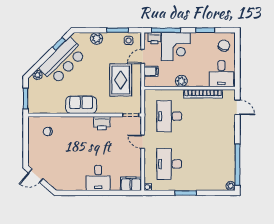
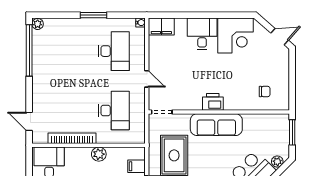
sofa: (81, 105) -> (216, 125), width x1.36
printer: (102, 123) -> (213, 102), moved
corner desk: (71, 177) -> (235, 36), added

